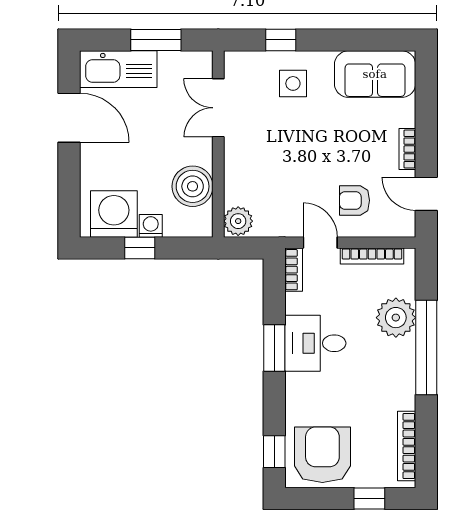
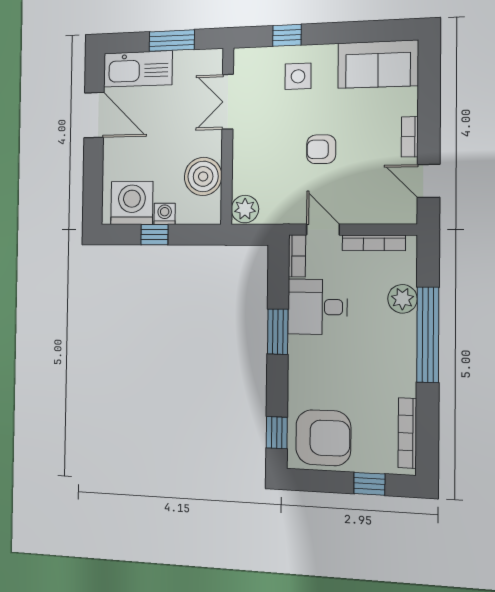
armchair: (355, 200) -> (321, 149), moved
plant: (396, 318) -> (402, 299), width x0.73, depth x0.73
desk: (315, 343) -> (317, 307), moved
armchair: (322, 455) -> (323, 438), turned 90

